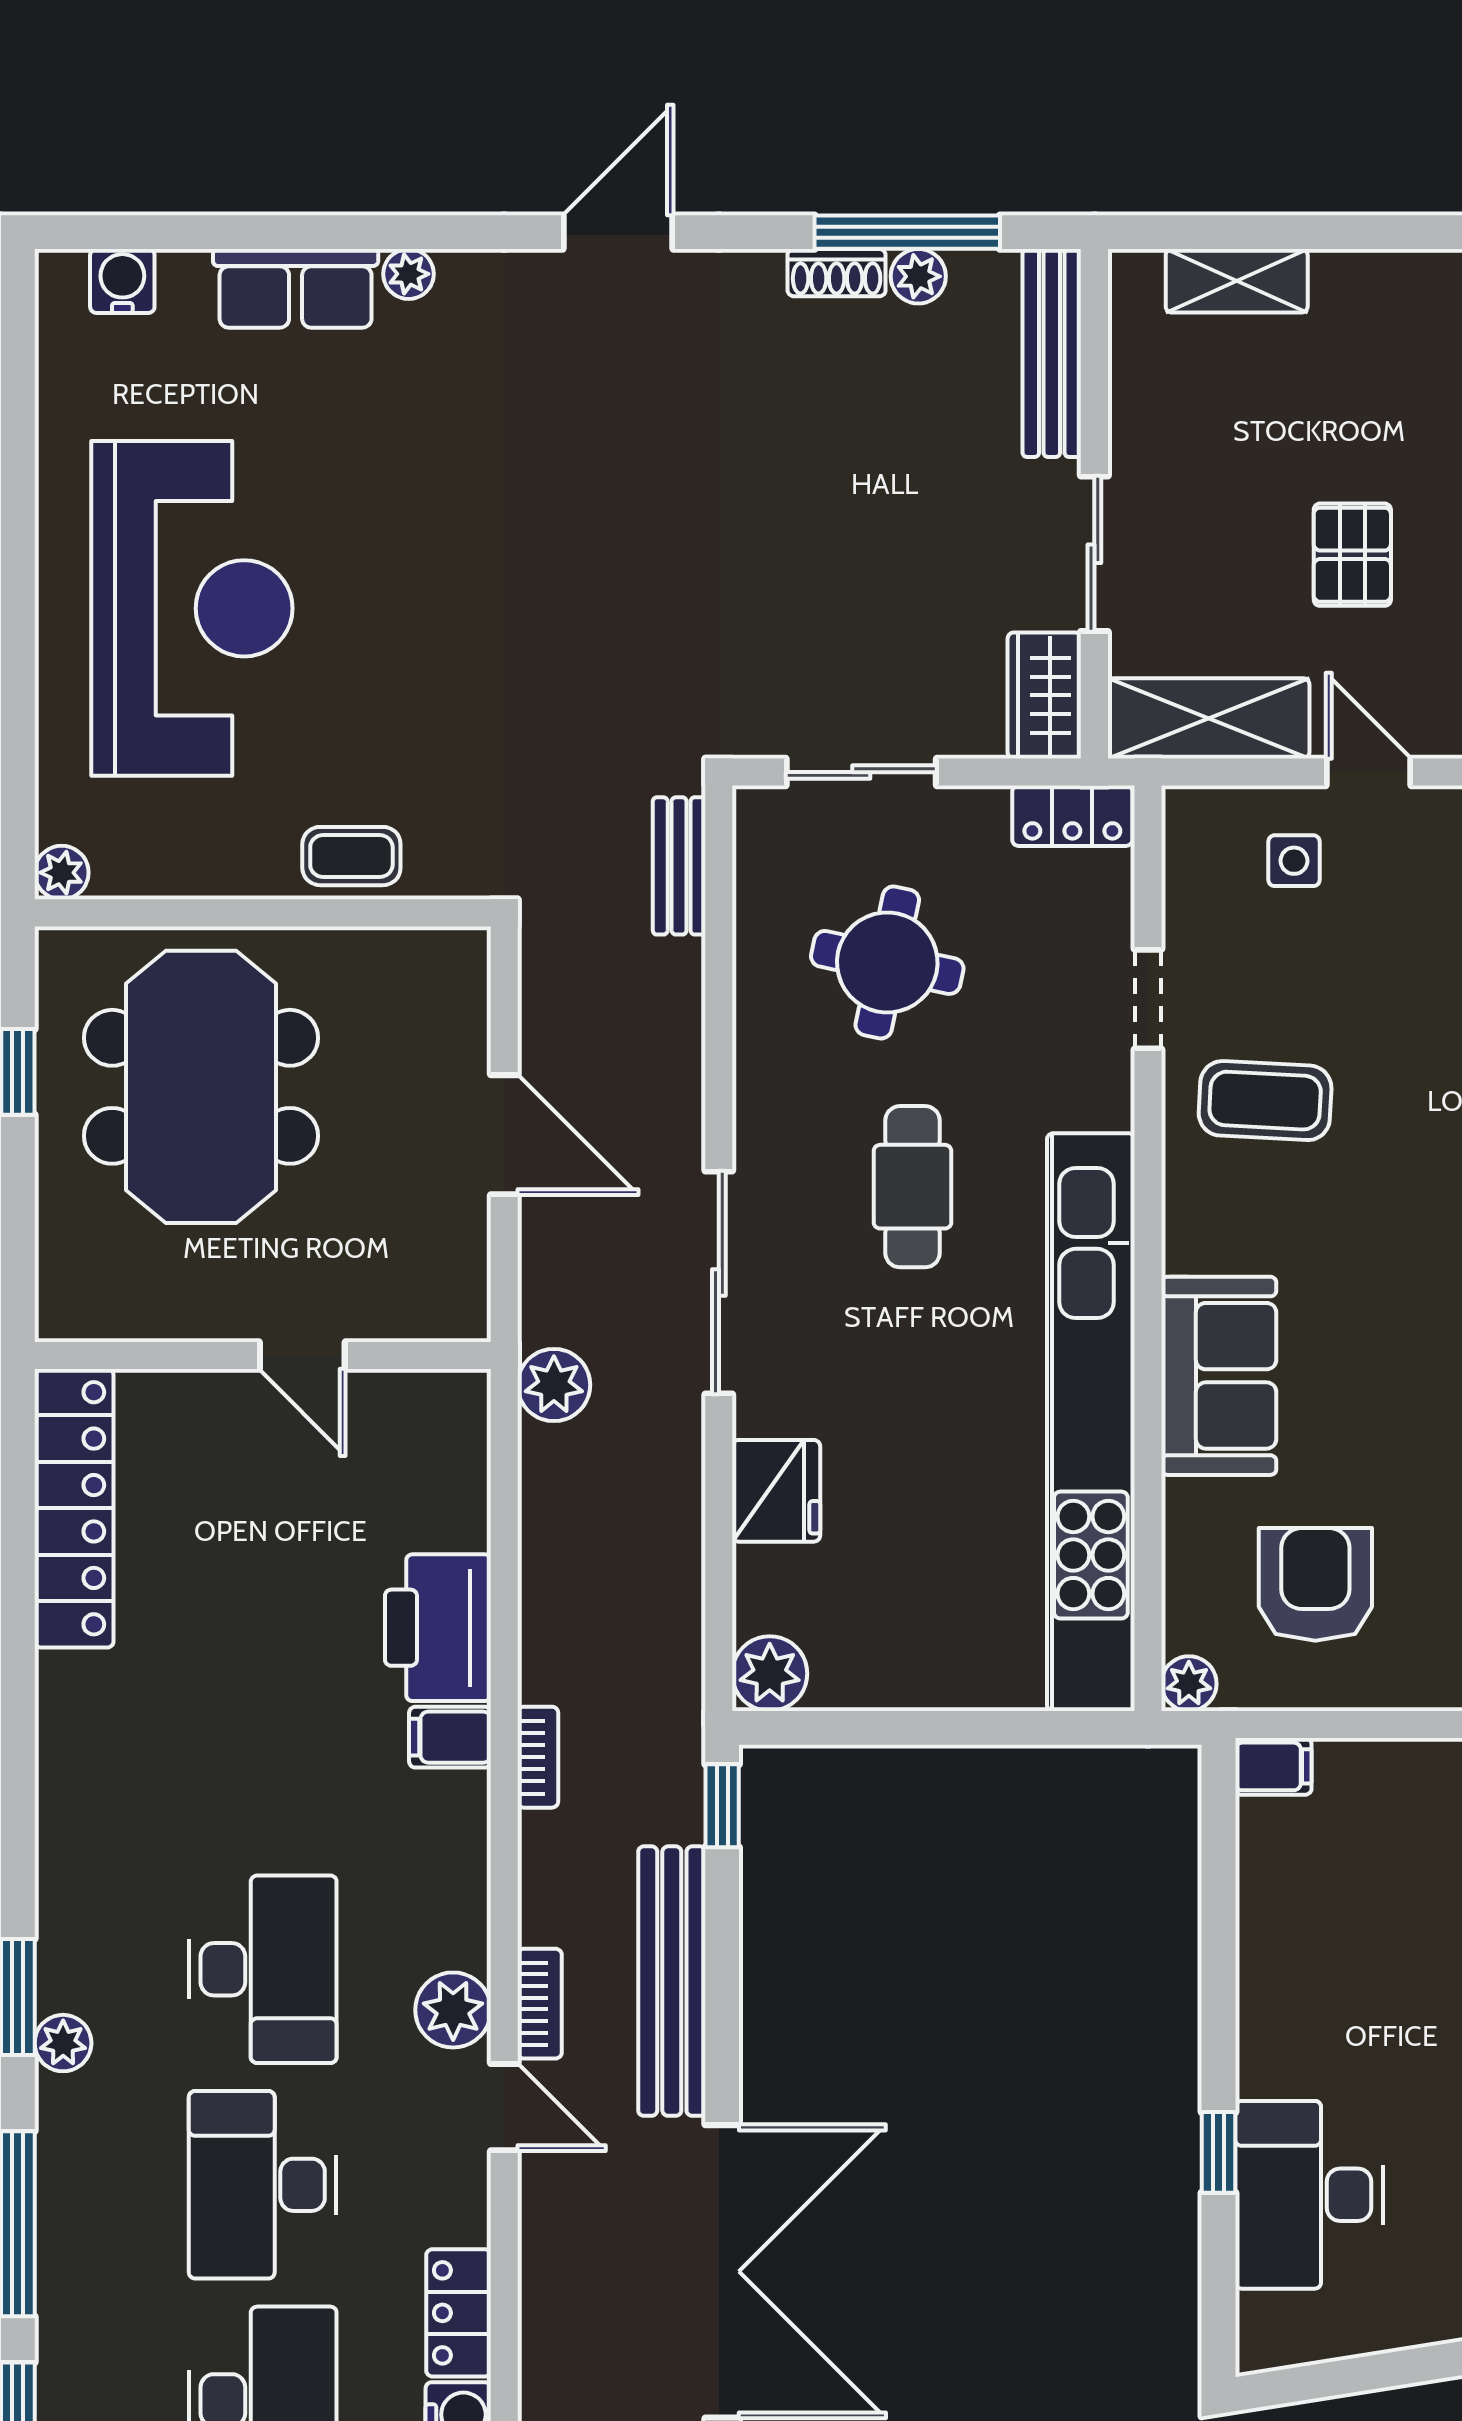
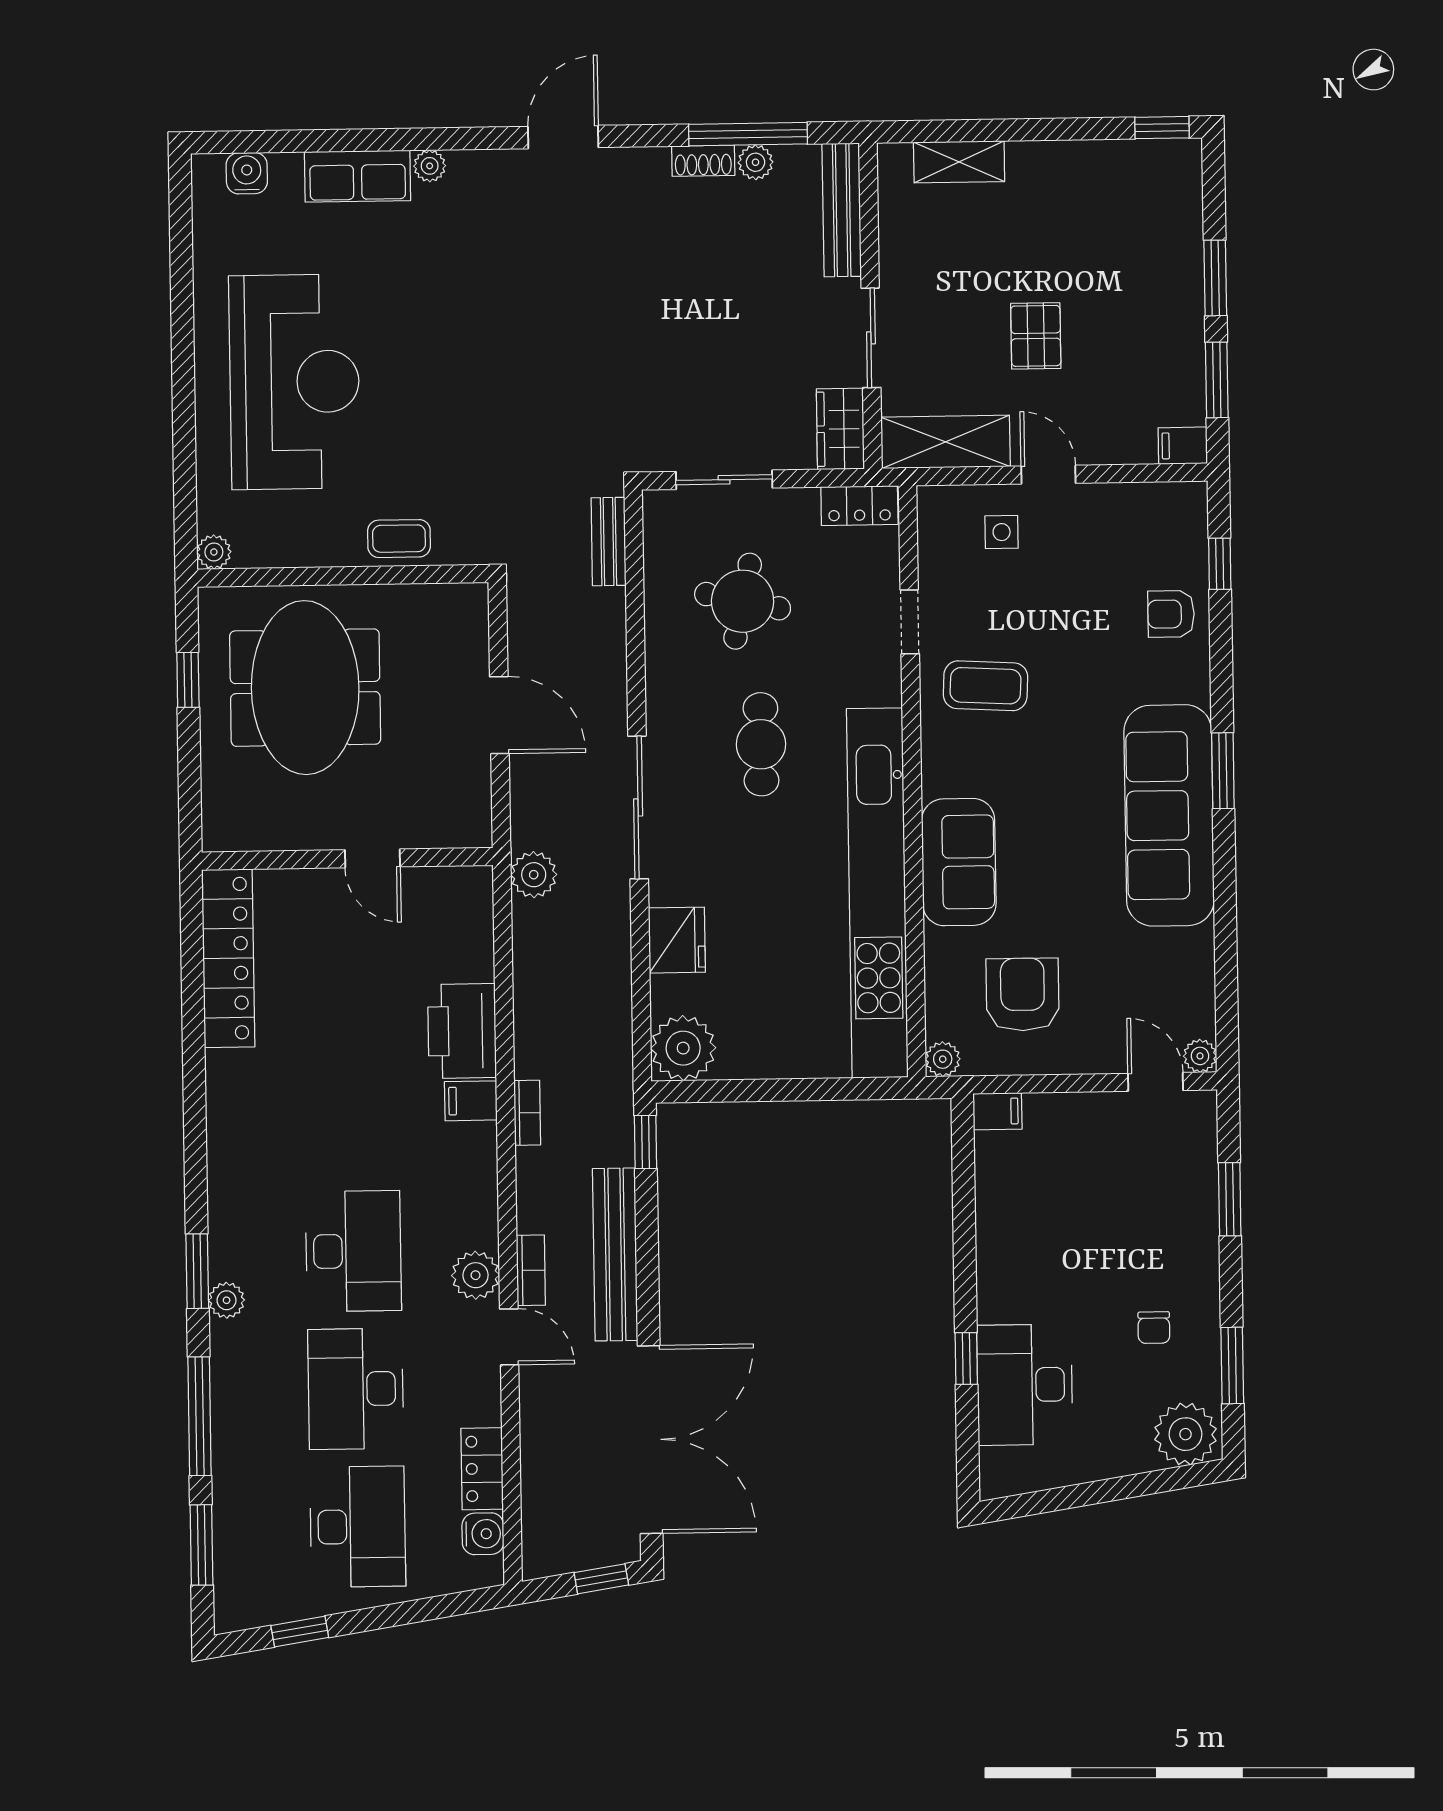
plant: (770, 1674) -> (683, 1048), width x1.36, depth x1.36

